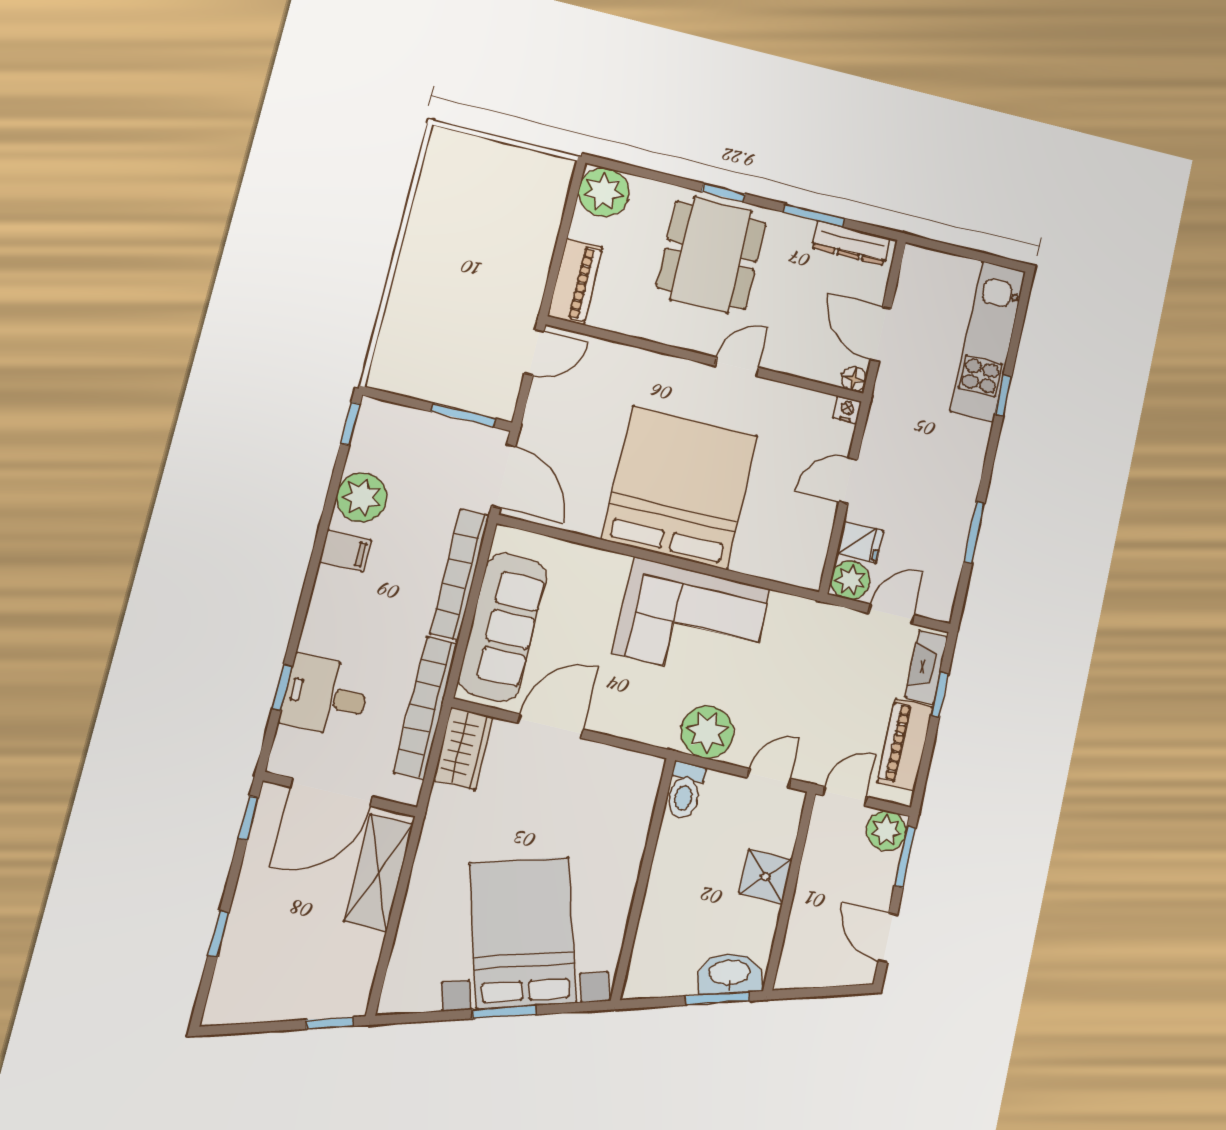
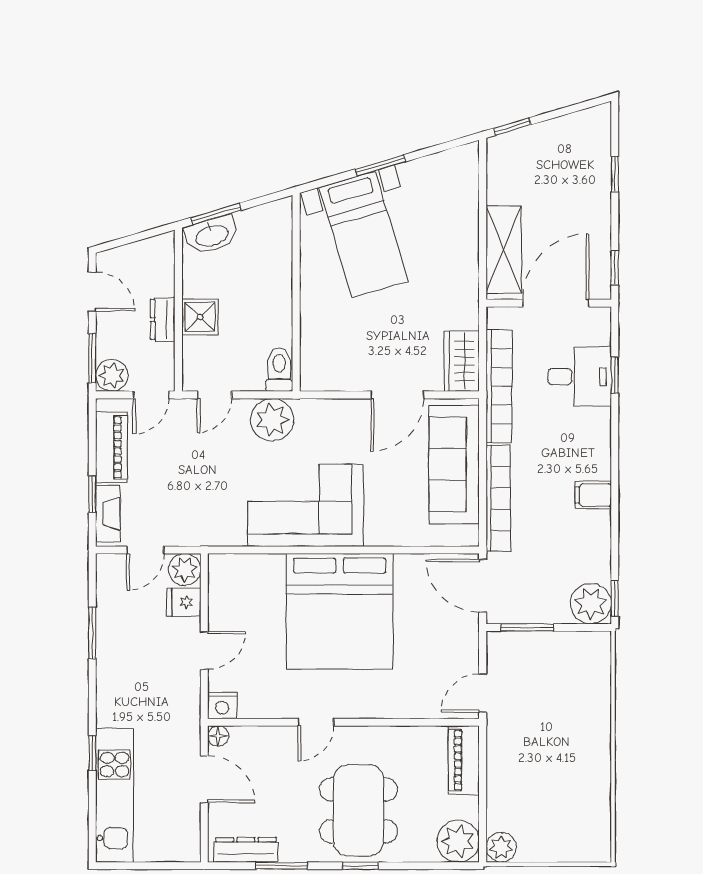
plant: (556, 173) -> (501, 847), added
nightstand: (847, 410) -> (222, 705), width x1.39, depth x1.35
plant: (362, 497) -> (591, 604), moved
dresser: (811, 884) -> (163, 320), added
bed with nightstands: (523, 933) -> (364, 234), width x0.73

